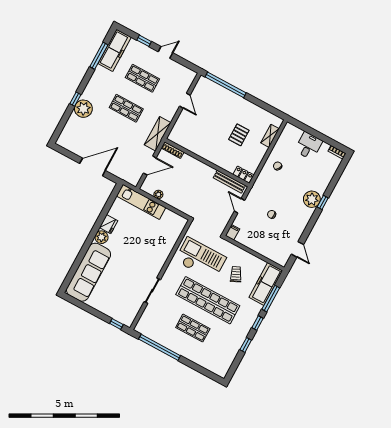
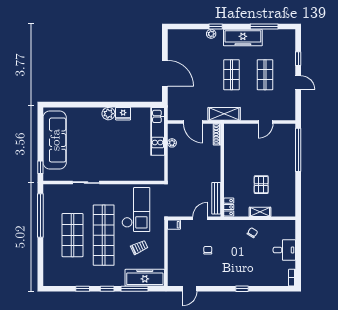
freezer: (115, 50) -> (243, 38), moved
plant: (83, 109) -> (211, 34), width x0.53, depth x0.53
pallet: (239, 135) -> (261, 185), turned 90
shelving: (270, 136) -> (260, 212), moved
plant: (312, 199) -> (240, 278), removed
sofa: (89, 272) -> (55, 140), moved, turned -90
shop shelf: (193, 328) -> (73, 235), width x1.43, depth x1.36

